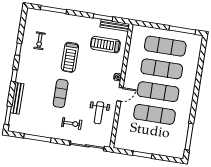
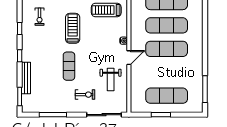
treadmill: (70, 57) -> (73, 28), turned 180
exercise mat: (154, 114) -> (167, 96), moved

